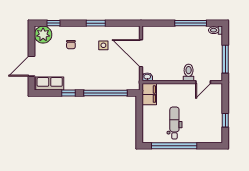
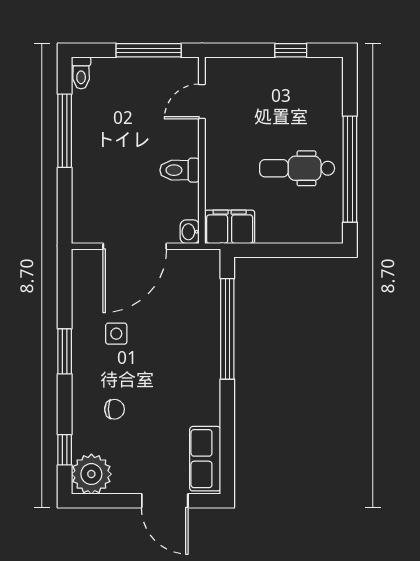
toilet: (189, 72) -> (180, 170), moved
door: (203, 82) -> (202, 101), swing flipped
window: (69, 93) -> (227, 415), removed

